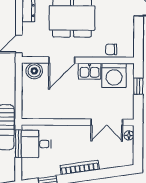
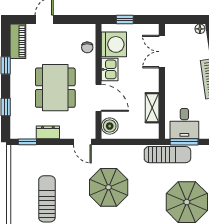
shelving: (52, 112) -> (152, 108), added
double door: (107, 122) -> (162, 52), swing flipped
floor lamp: (129, 135) -> (200, 29), moved

